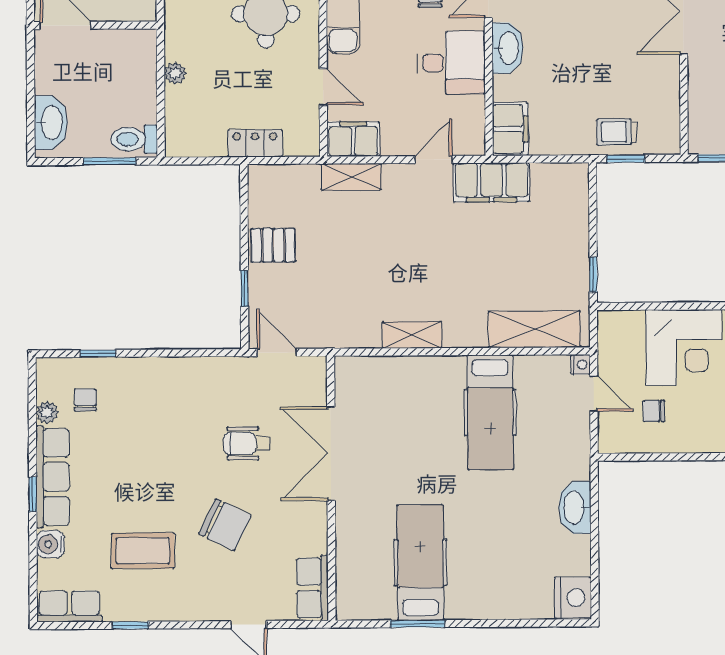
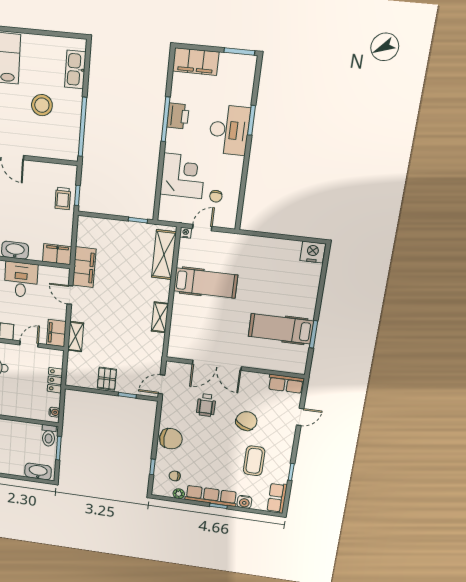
plant: (175, 73) -> (18, 412), removed
water cooler: (187, 147) -> (54, 412), added
chair: (165, 383) -> (171, 439), added
washbasin: (575, 508) -> (263, 245), removed

